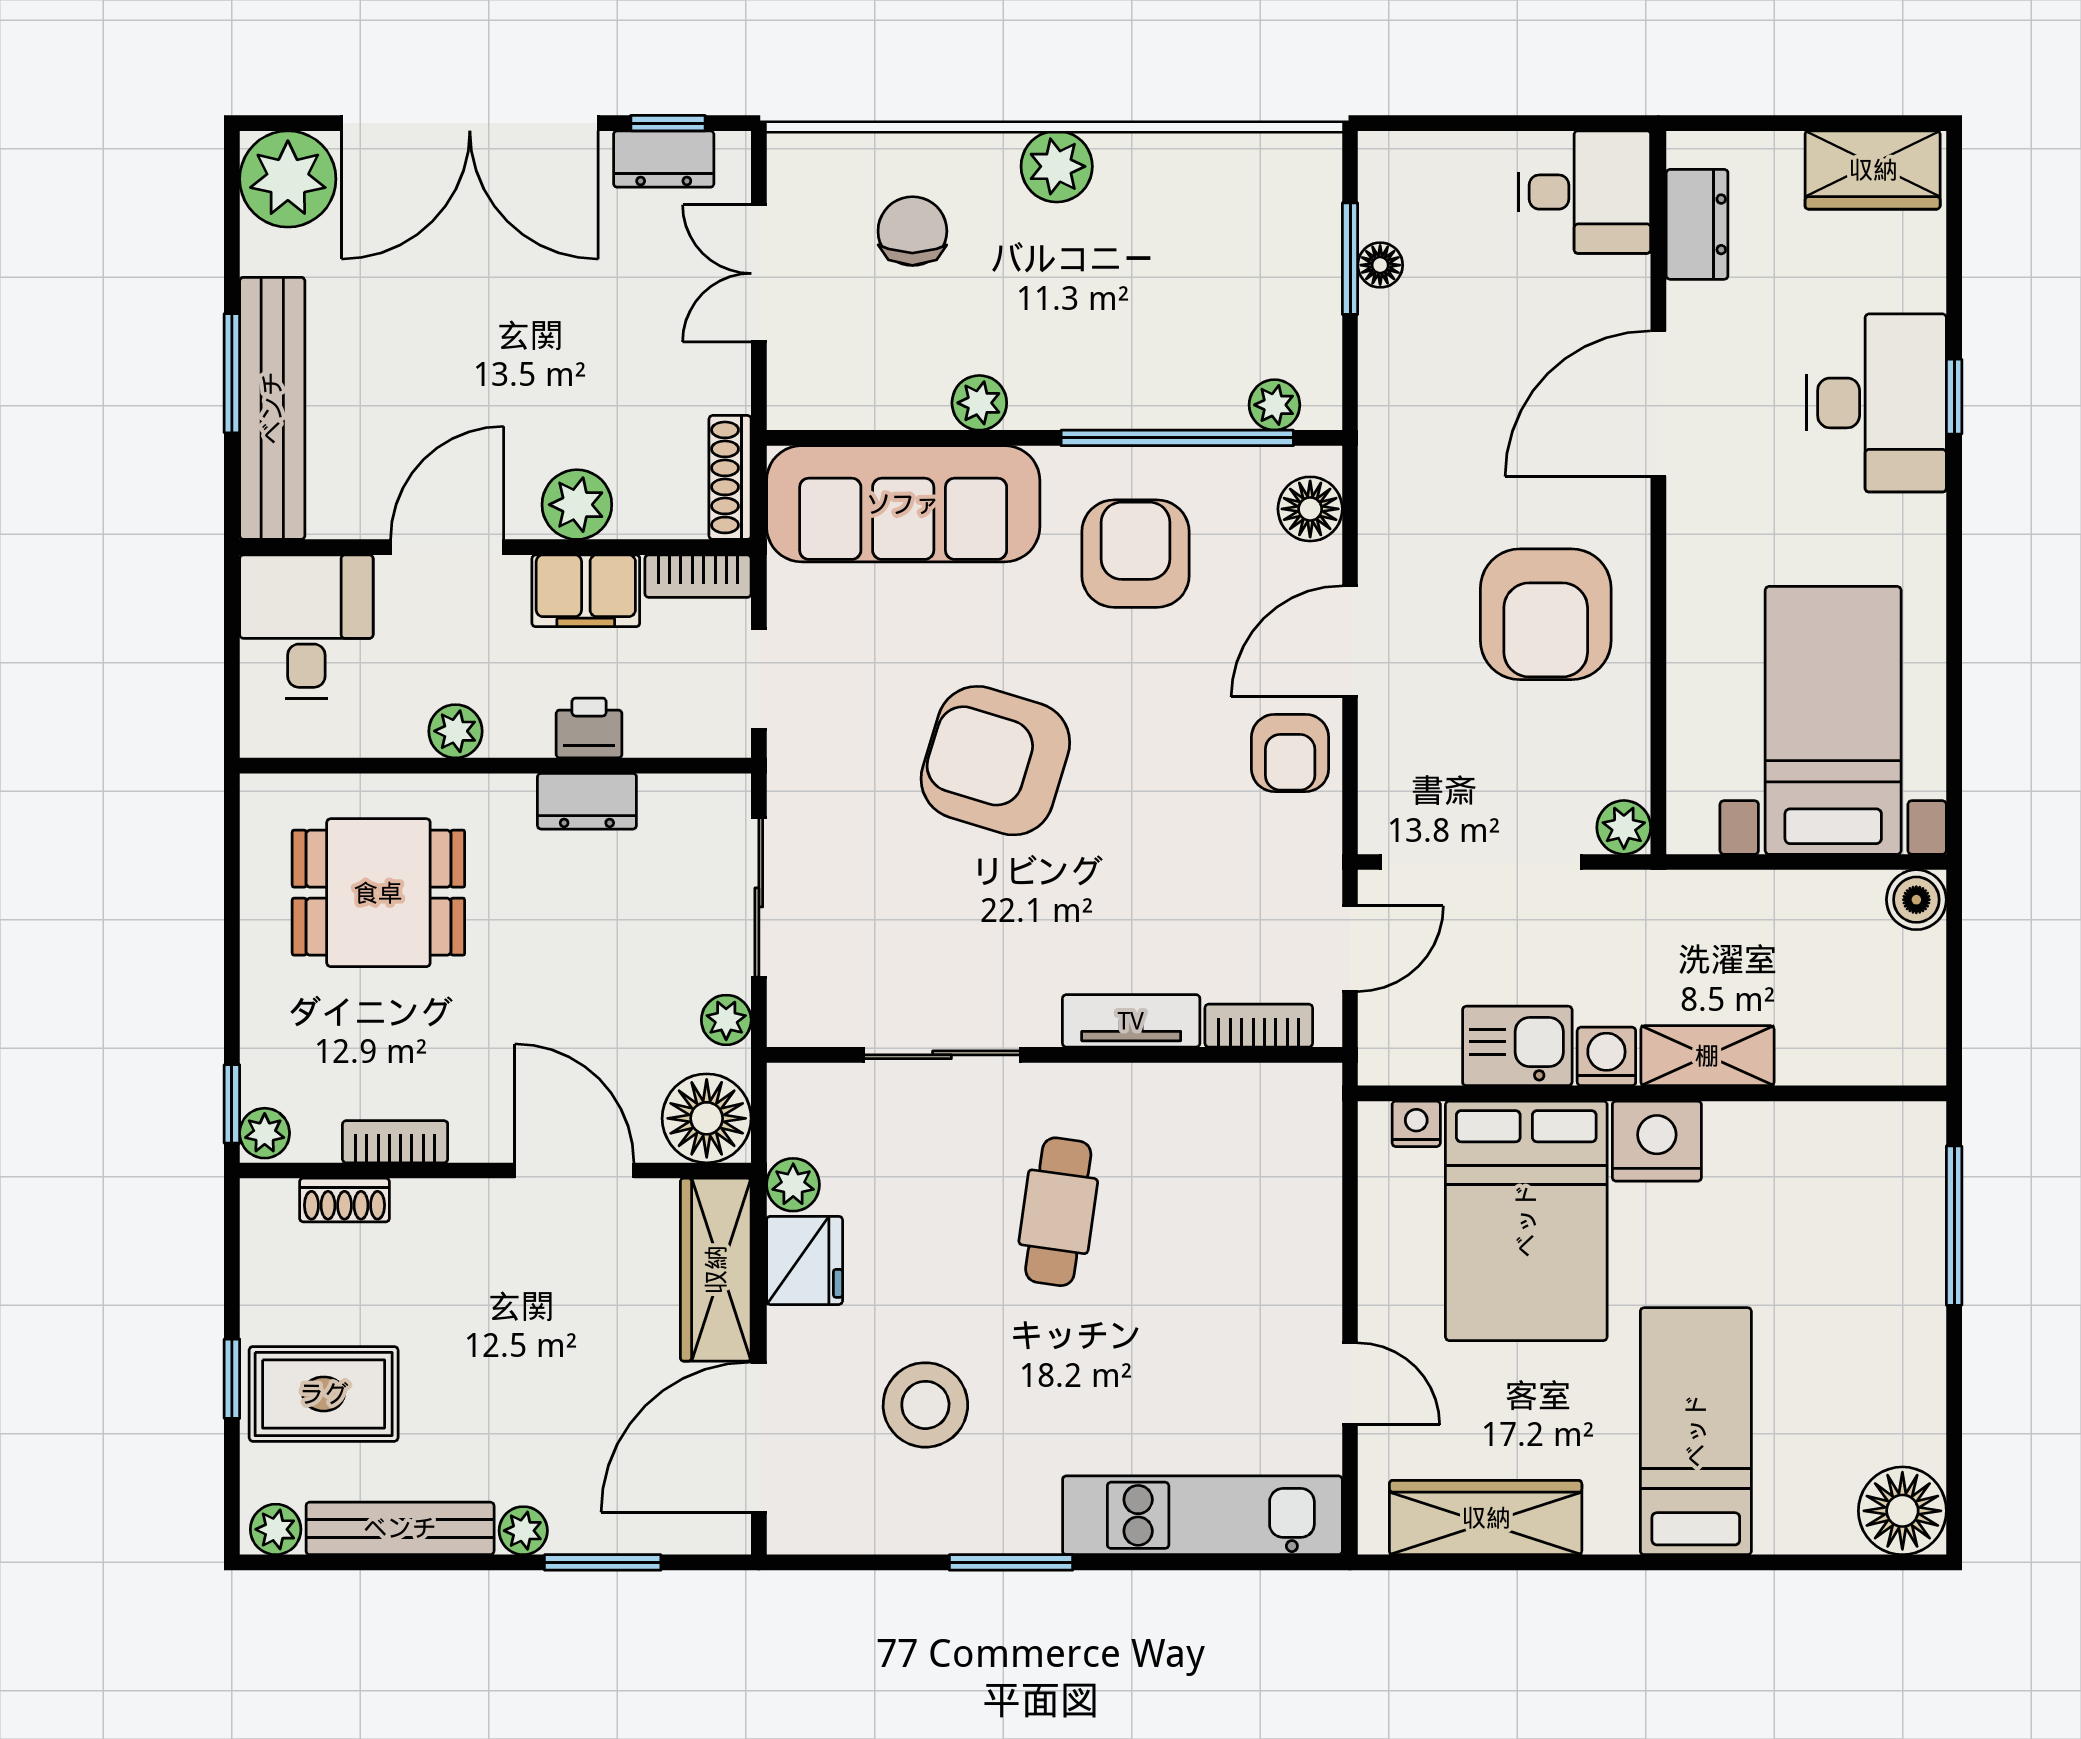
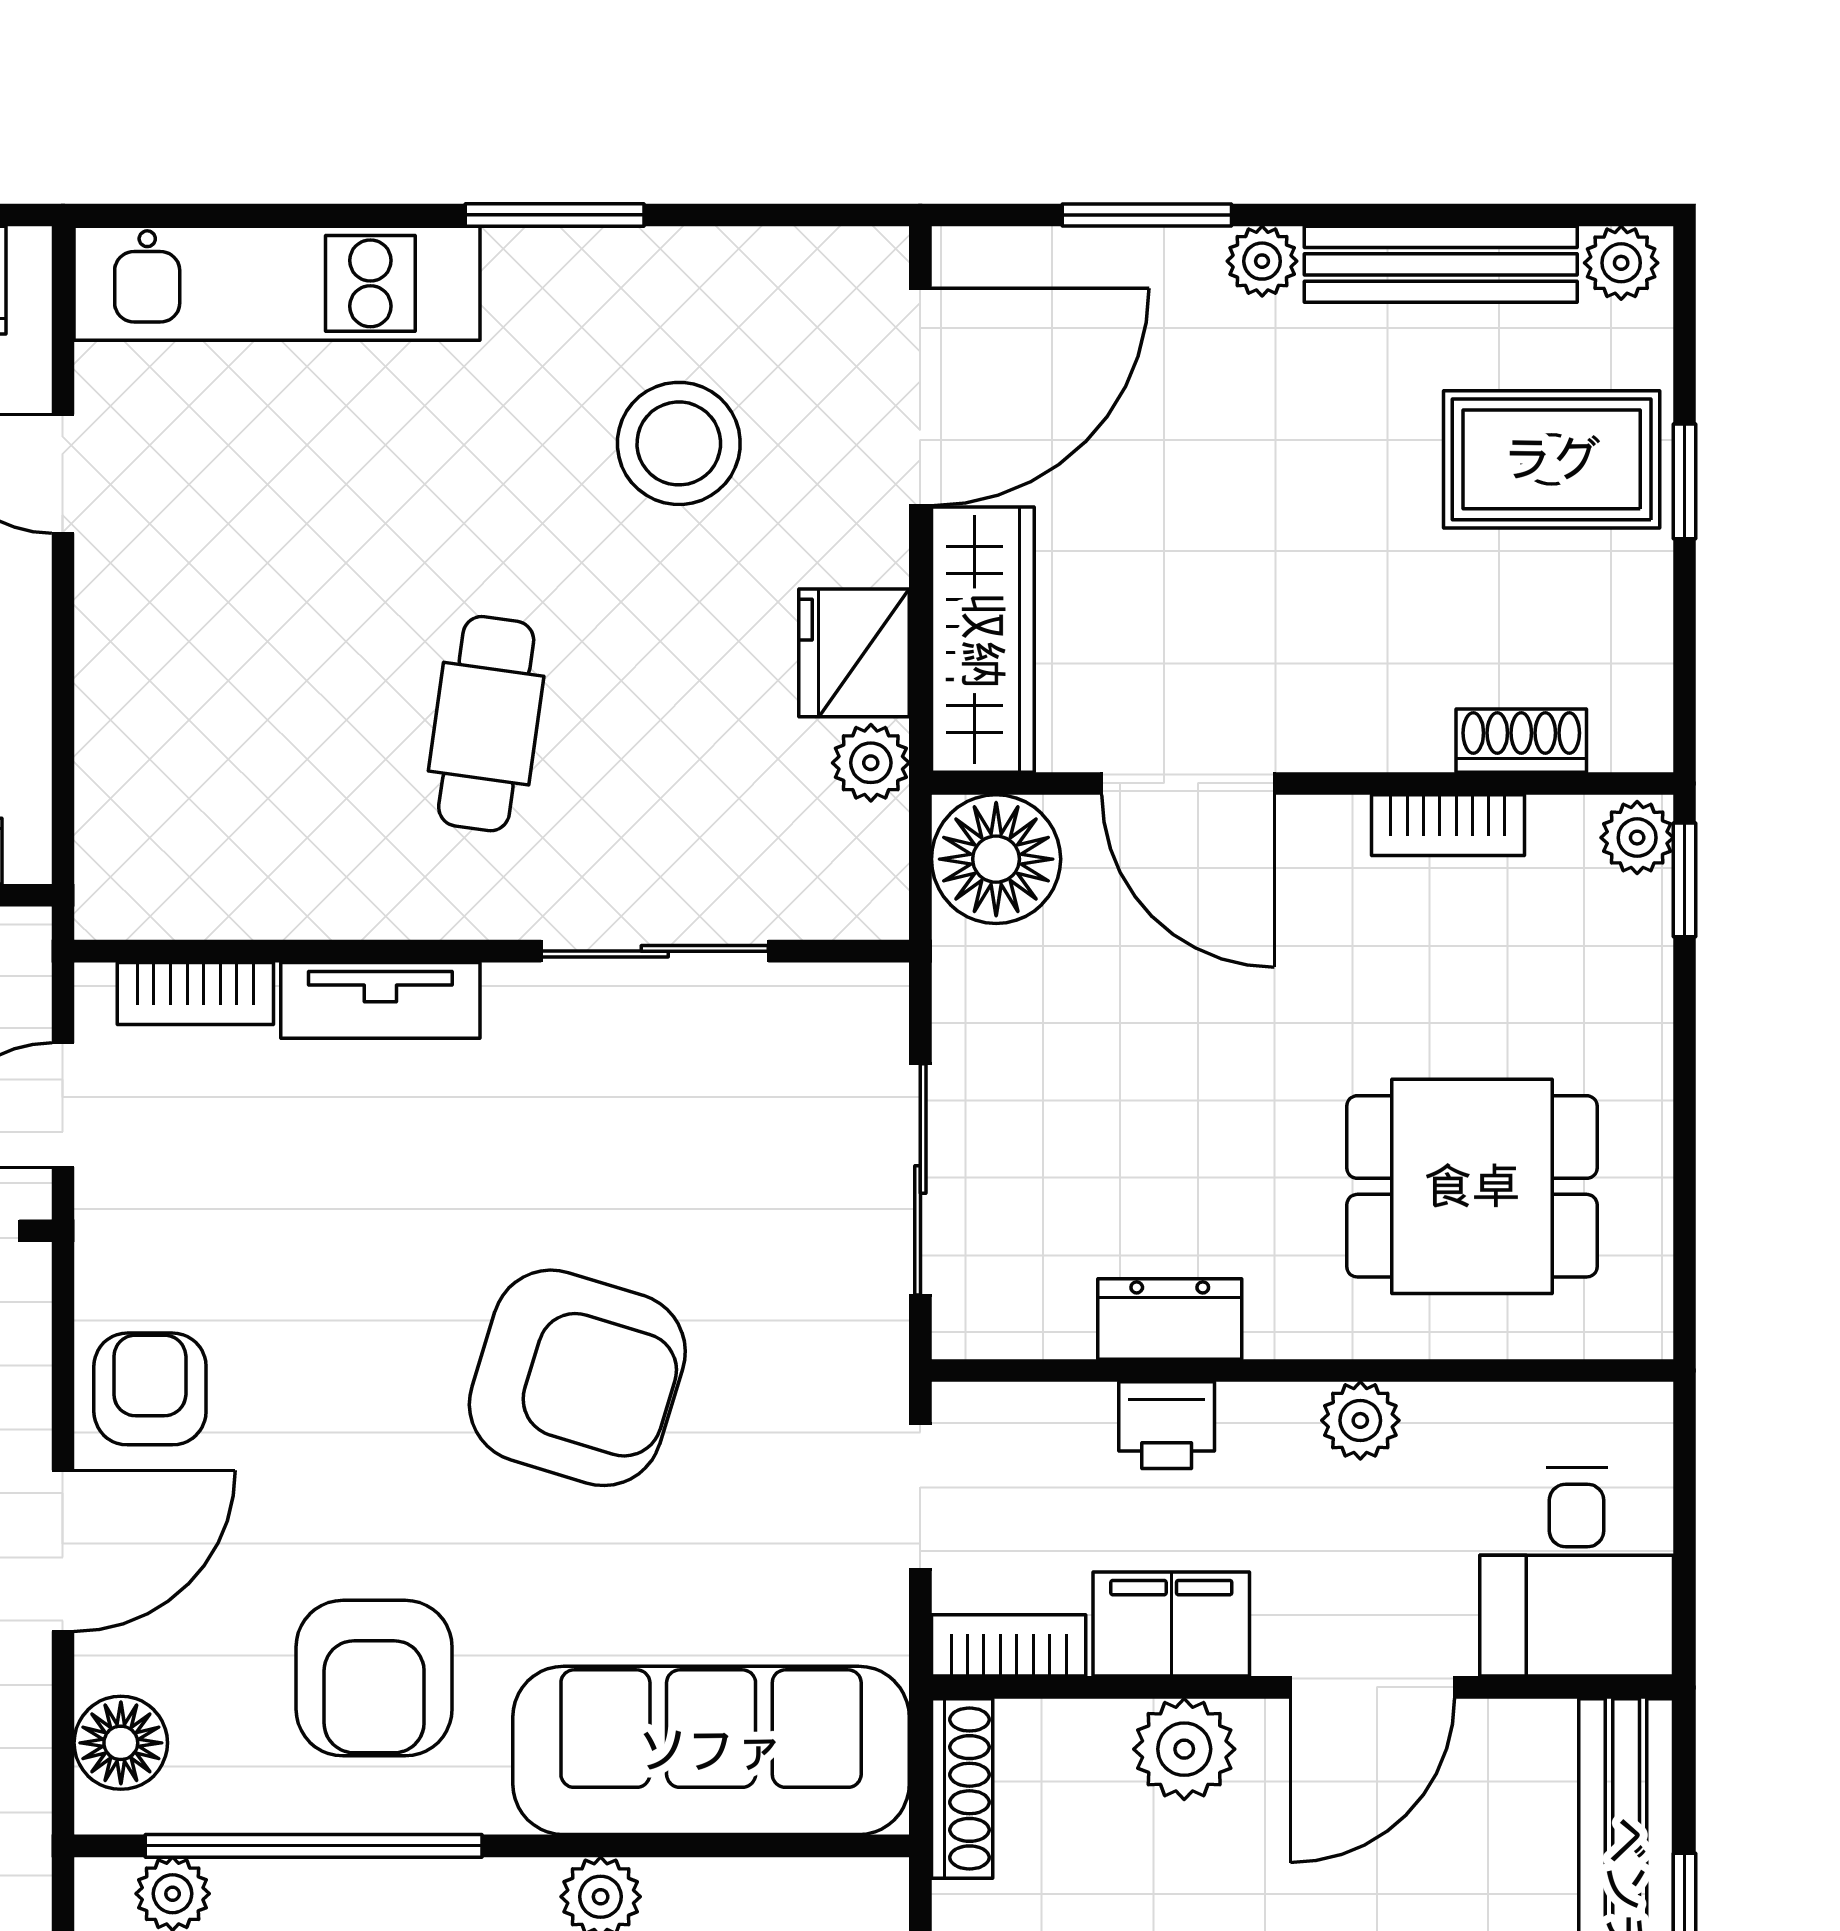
plant: (726, 1020) -> (968, 1002), removed

